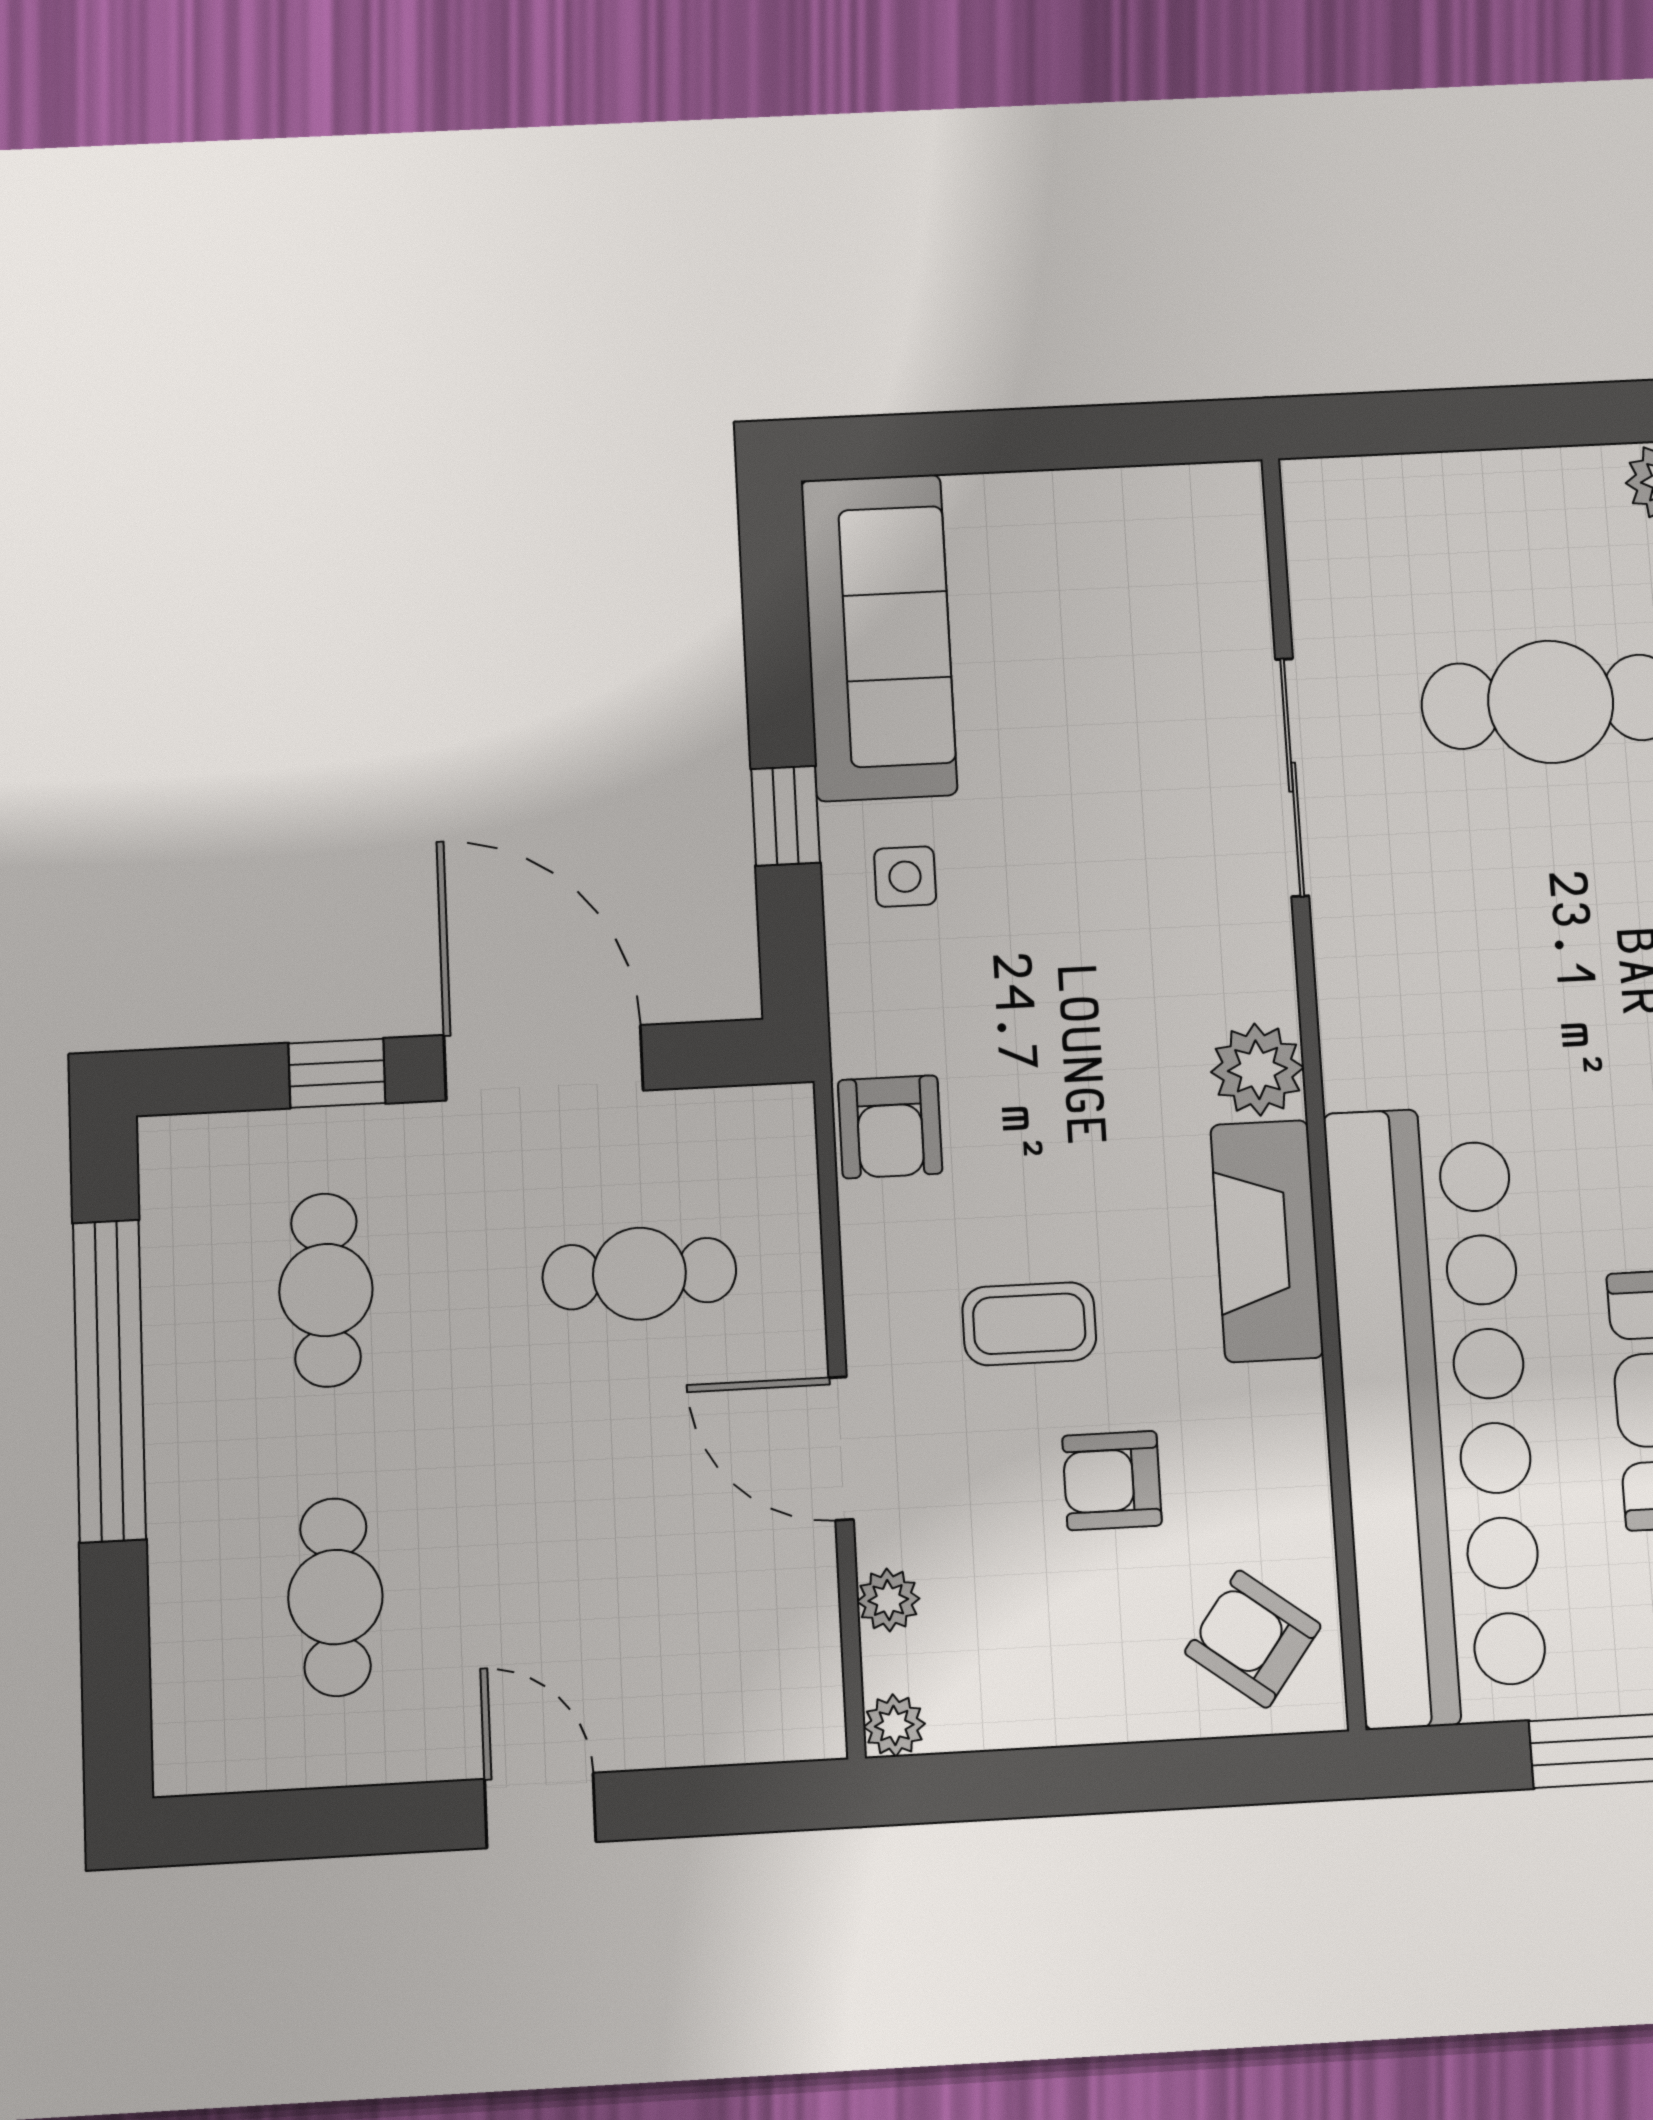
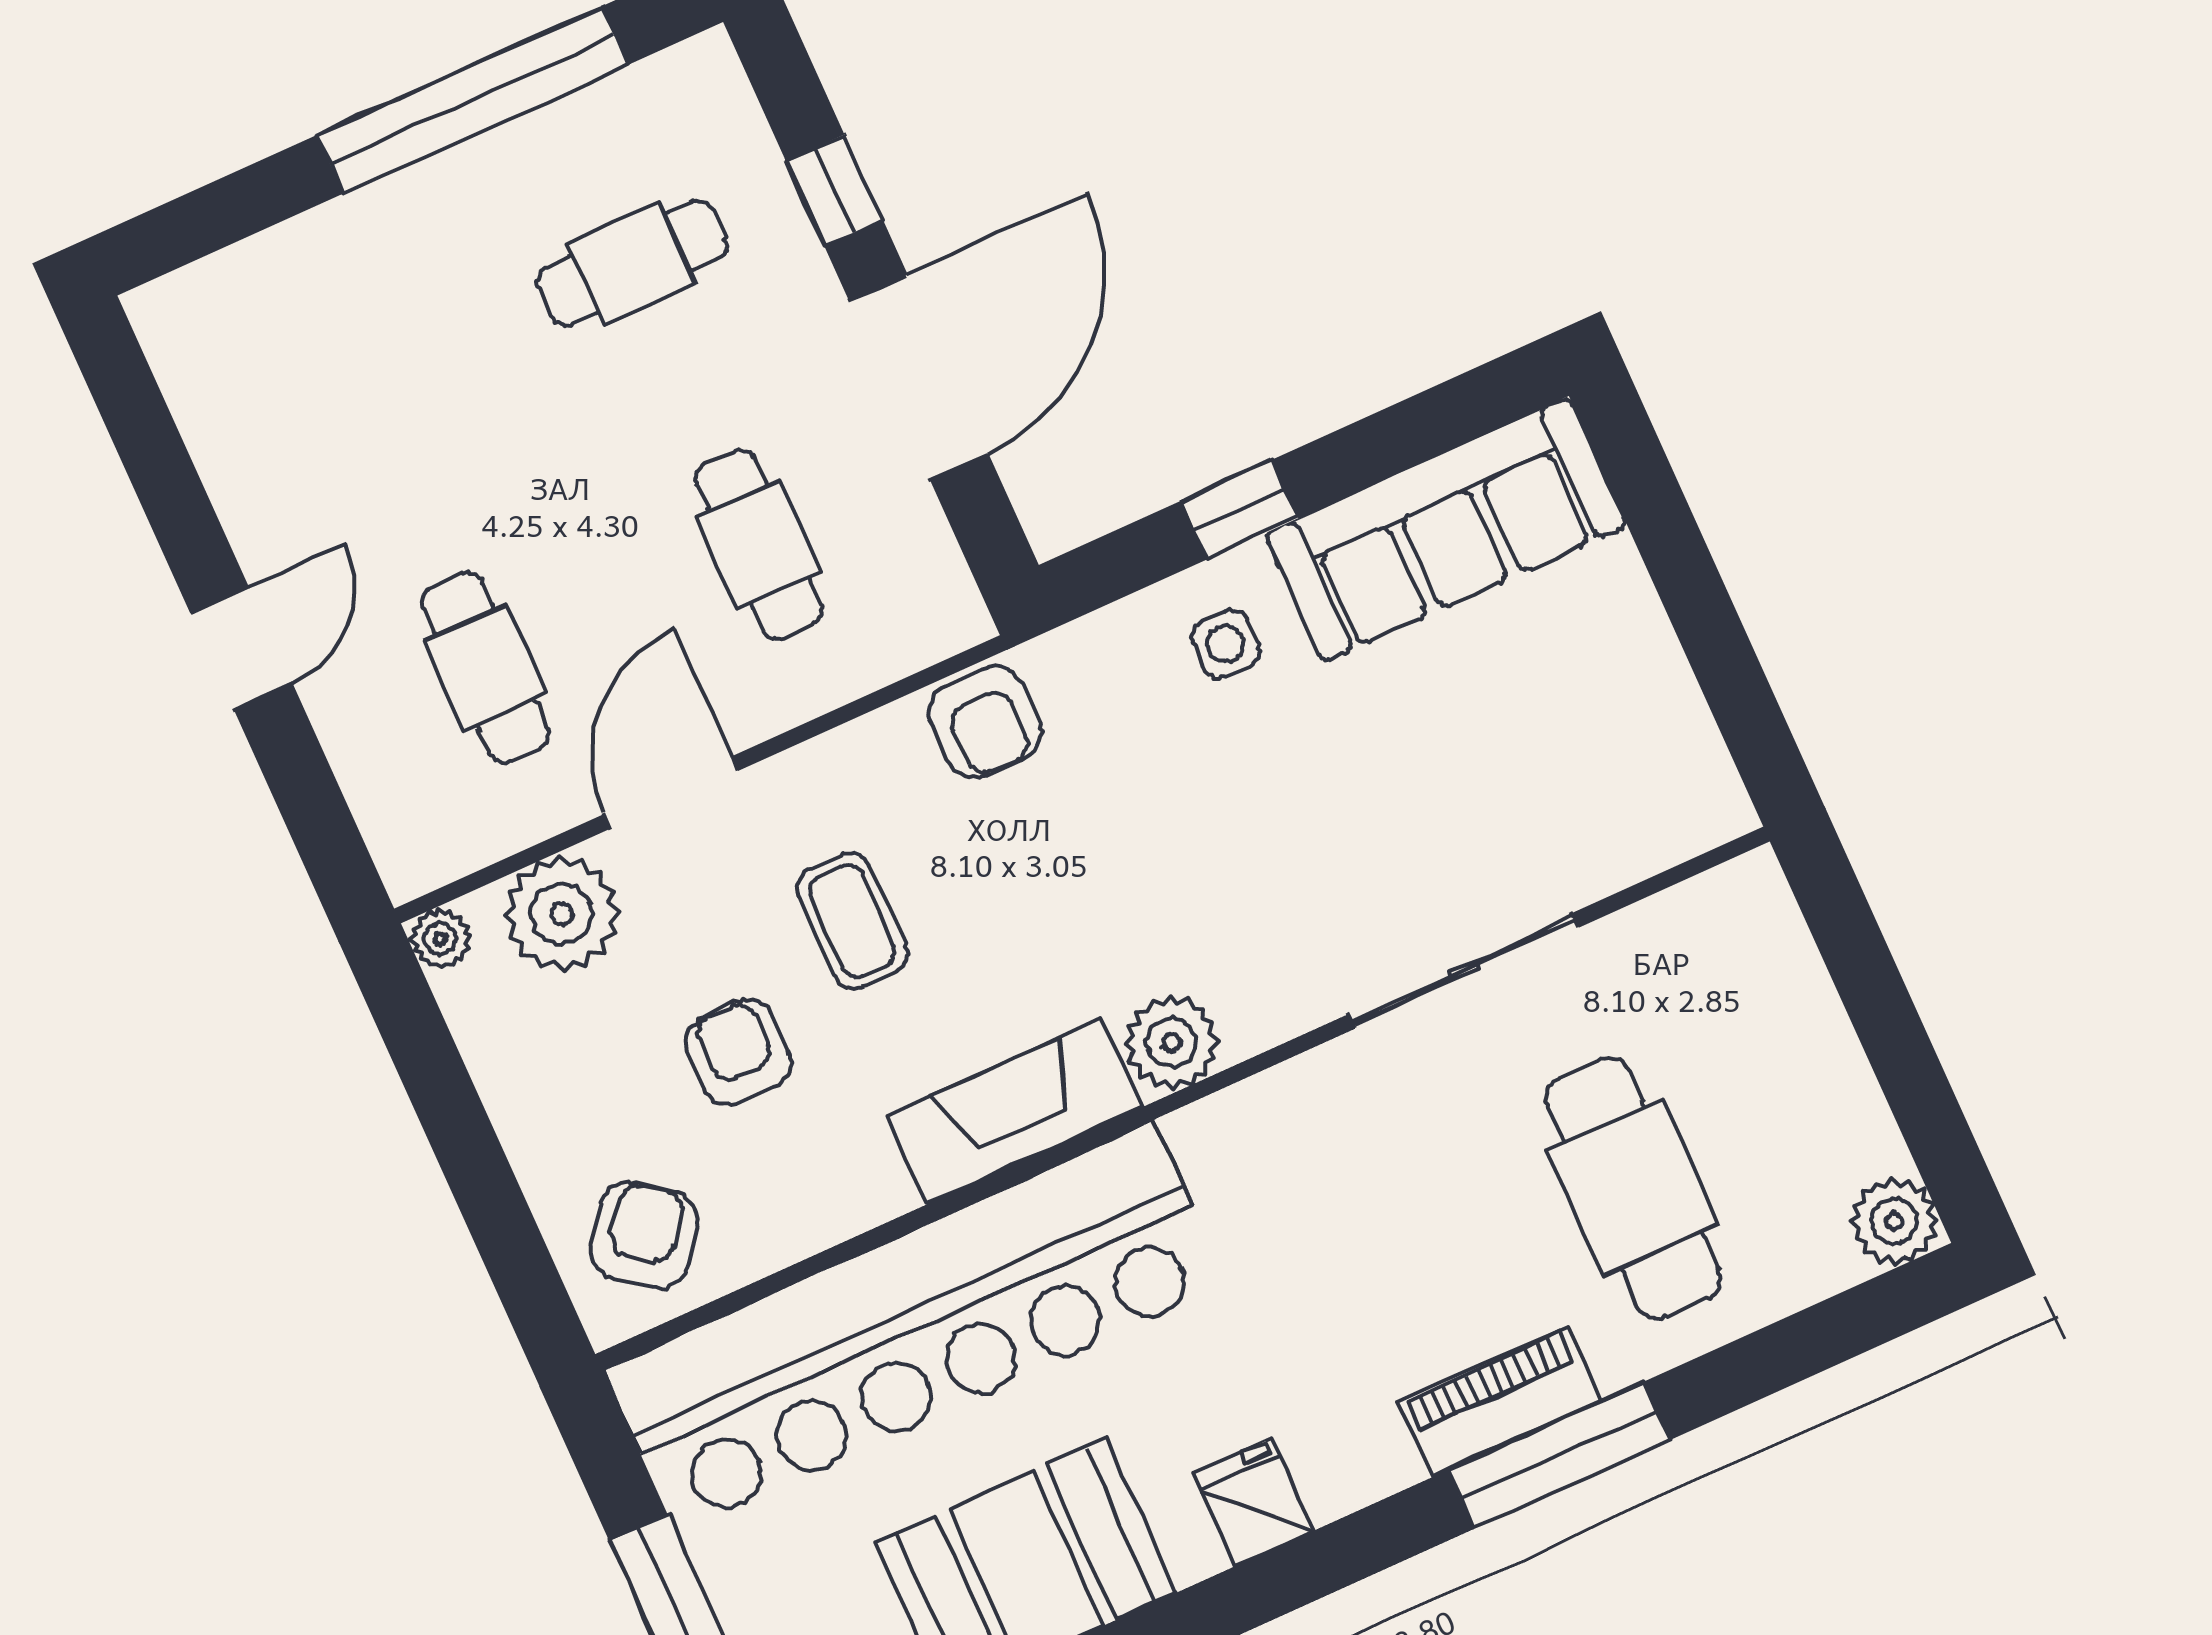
armchair: (890, 1127) -> (985, 722), turned -90
cafe table: (335, 1597) -> (486, 668), moved, turned 90
plant: (888, 1600) -> (562, 914), width x1.87, depth x1.87

